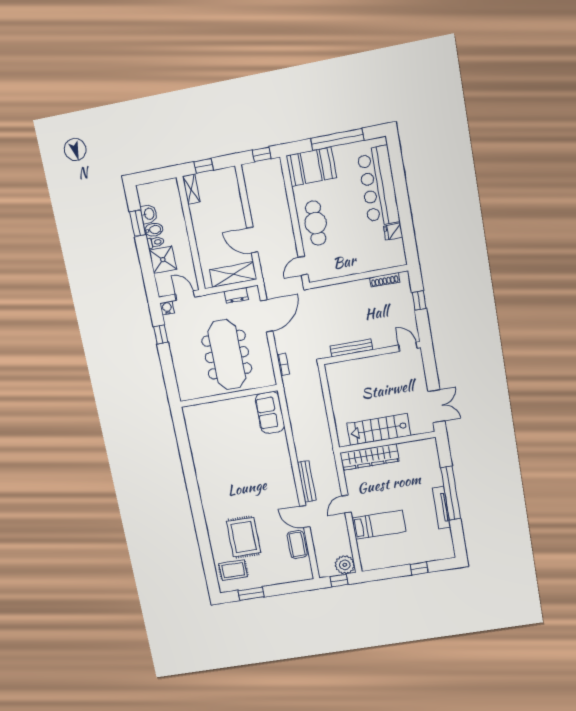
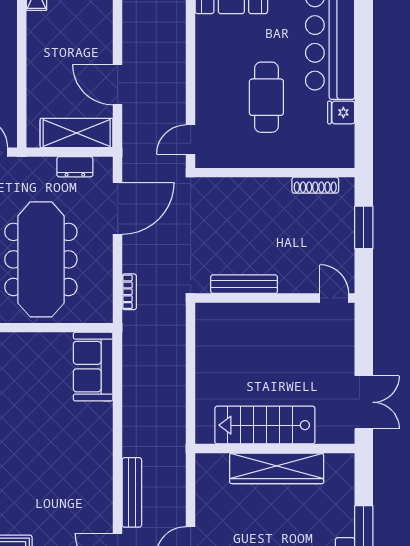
cafe table: (316, 223) -> (266, 97), moved
window: (419, 300) -> (364, 227), width x1.50
wardrobe: (369, 457) -> (277, 468), moved

